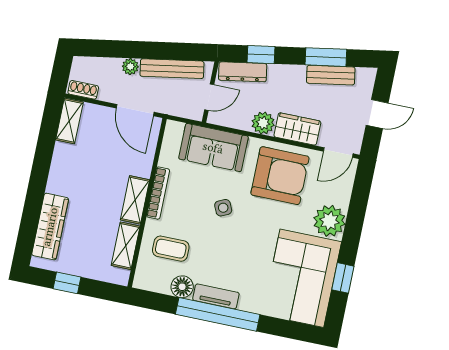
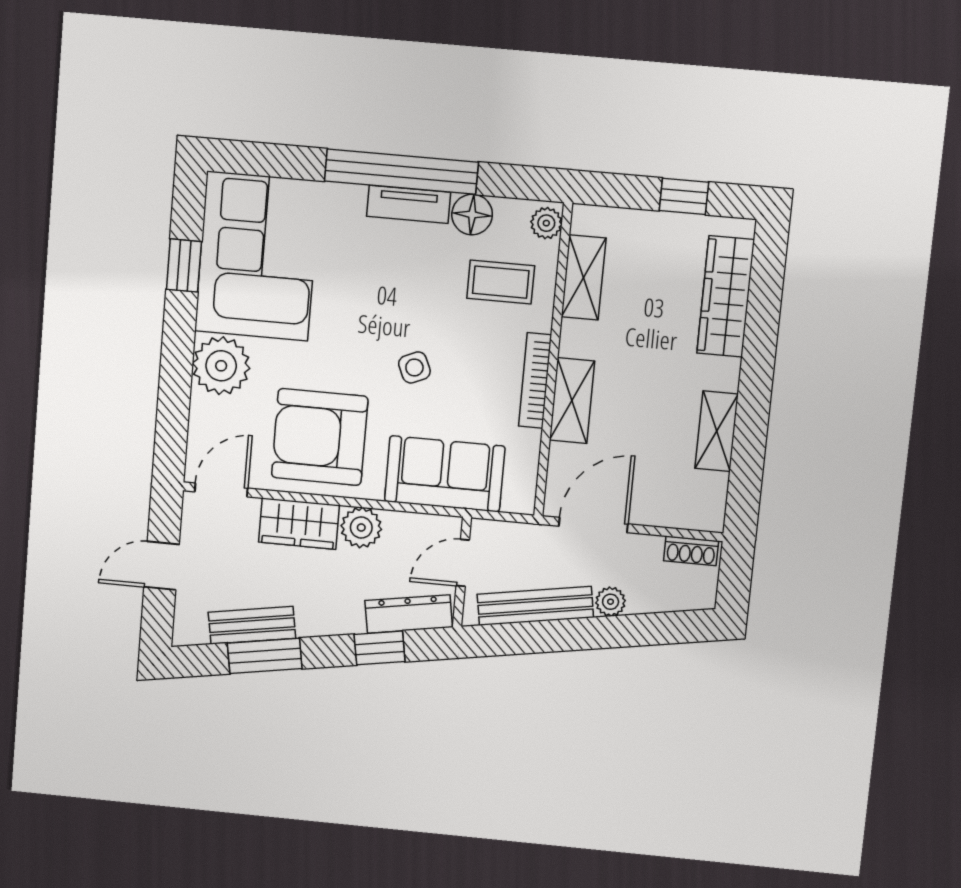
door: (135, 110) -> (593, 525), hinge flipped
shelving: (69, 121) -> (717, 431), moved
shelving: (135, 200) -> (572, 401), moved
plant: (142, 277) -> (546, 223), added

